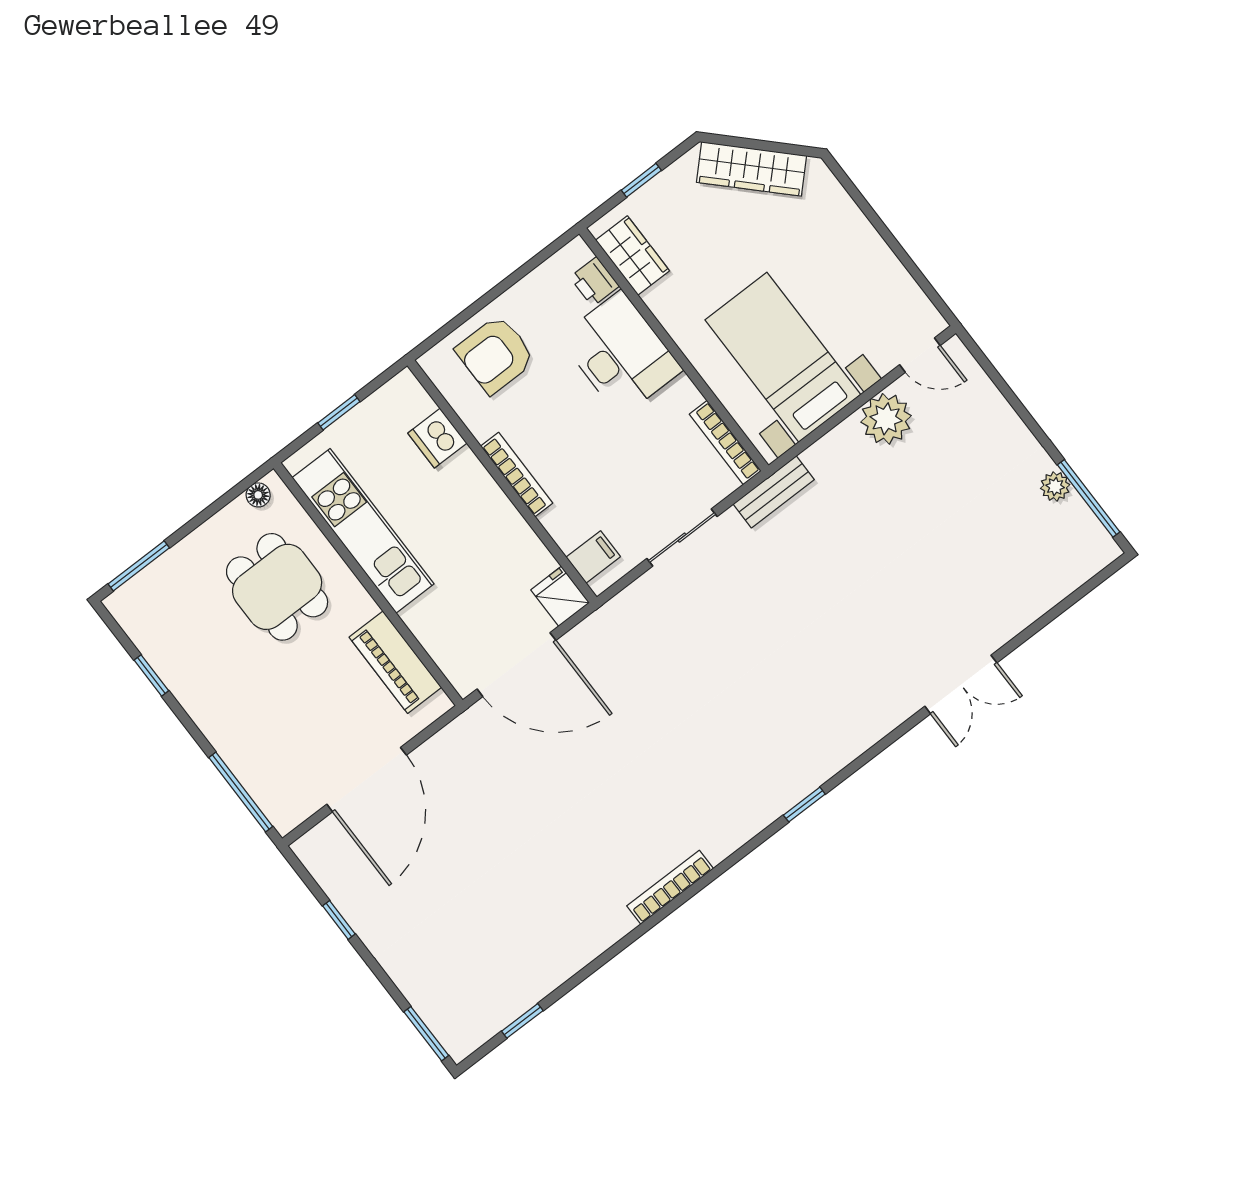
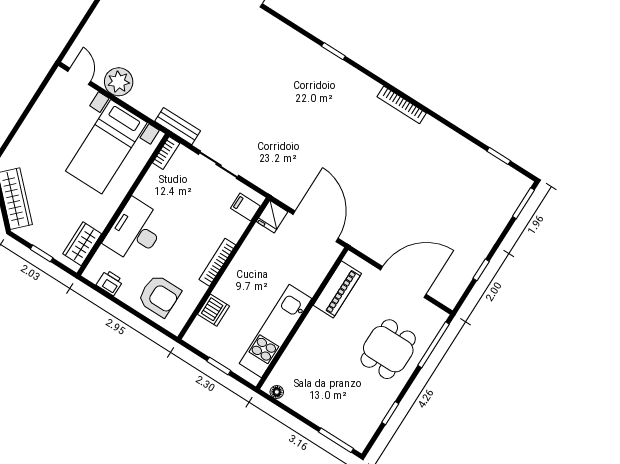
printer: (595, 282) -> (110, 283), moved, turned -90
bookcase: (725, 443) -> (166, 153), width x0.64
dining table: (277, 587) -> (388, 349), moved

